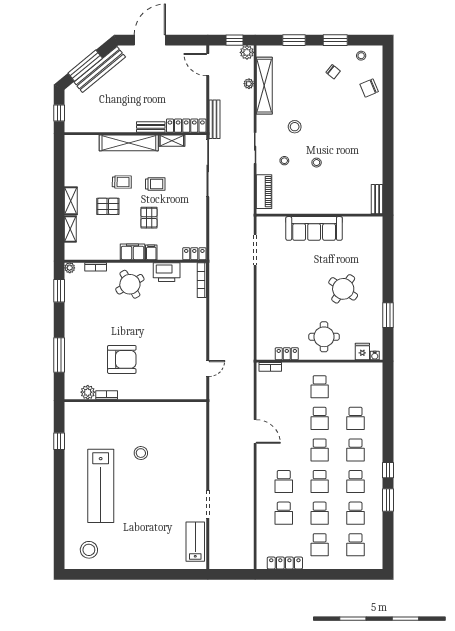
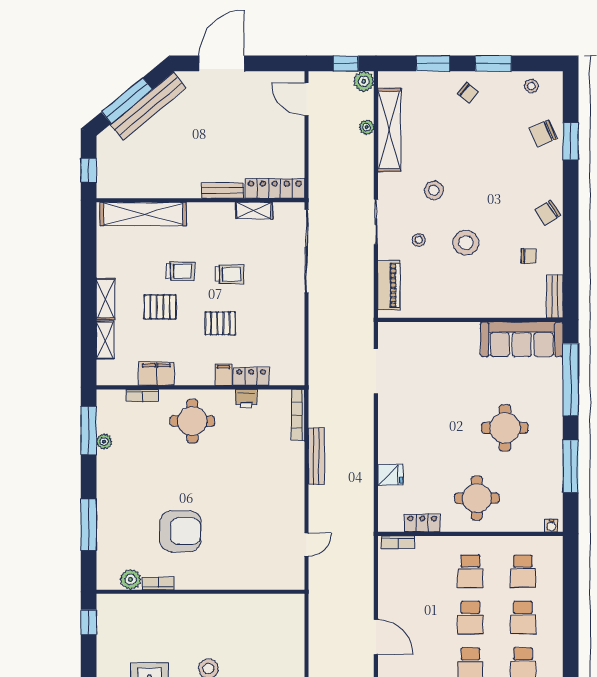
chair: (333, 72) -> (468, 93), moved
window: (388, 93) -> (571, 141), added
bench: (215, 119) -> (316, 456), moved
chair: (372, 142) -> (548, 213), added
shelving: (129, 143) -> (143, 214), moved
stool: (317, 163) -> (466, 243), width x1.89, depth x1.89
chair: (359, 172) -> (529, 256), added
pallet: (149, 218) -> (220, 323), turned 90
sofa: (314, 228) -> (522, 339), moved
filing cabinet: (133, 252) -> (156, 374), moved
locker: (194, 254) -> (251, 376), moved
window: (388, 256) -> (571, 380), added
plant: (70, 268) -> (104, 442), moved
printer: (167, 272) -> (246, 399), width x0.53, depth x0.68
round table: (130, 284) -> (192, 421), turned 30
round table: (343, 289) -> (505, 428), turned -35
window: (59, 291) -> (89, 430), width x1.44
window: (388, 315) -> (571, 466), width x1.44
fridge: (362, 351) -> (390, 475), moved, turned 90
school desk: (355, 387) -> (523, 571), added
window: (59, 441) -> (89, 622), moved

